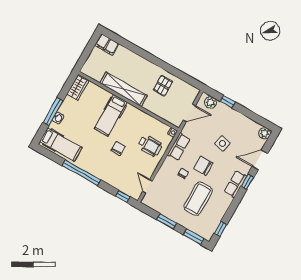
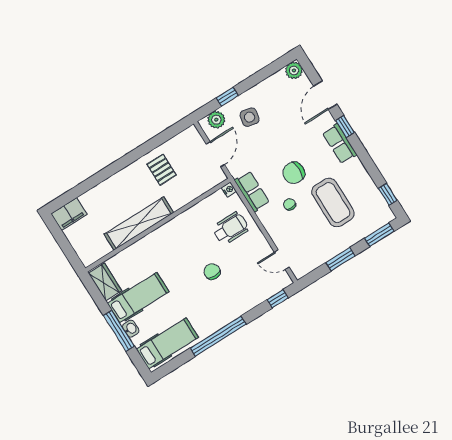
hospital bed: (111, 115) -> (138, 298), moved, turned -90
side table: (222, 143) -> (249, 117), moved

